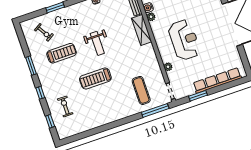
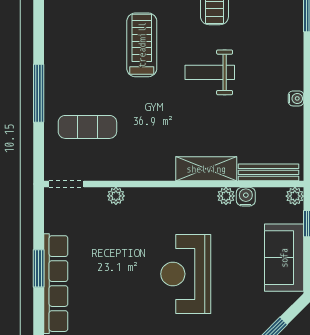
reception desk: (184, 40) -> (186, 274), moved, turned 90
window: (198, 96) -> (39, 268), moved
window: (155, 110) -> (39, 93), moved

